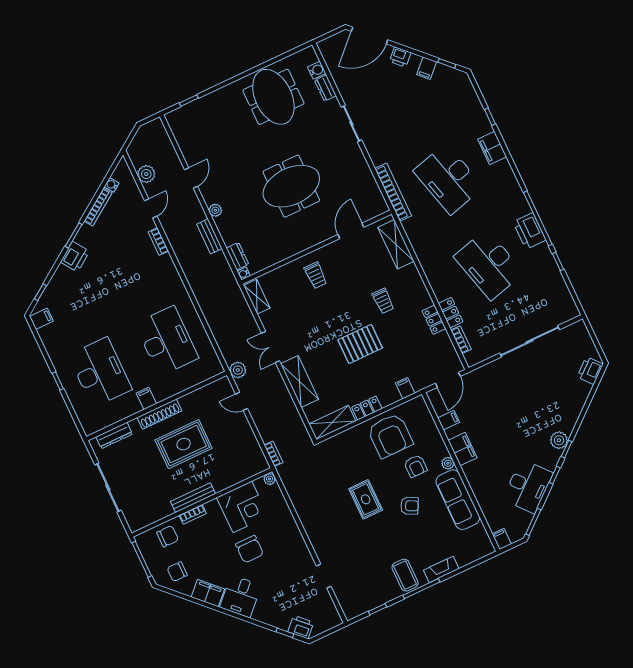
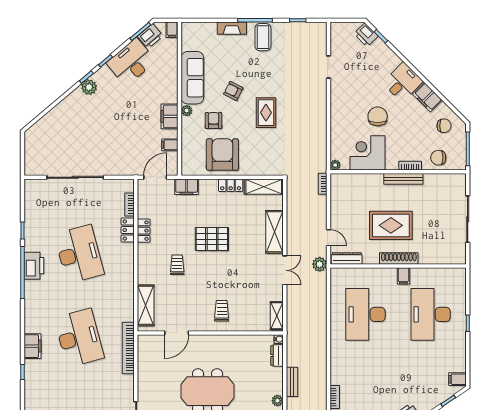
printer: (590, 371) -> (150, 36), moved
filing cabinet: (405, 388) -> (187, 187), width x2.00
dresser: (114, 435) -> (347, 258), moved

